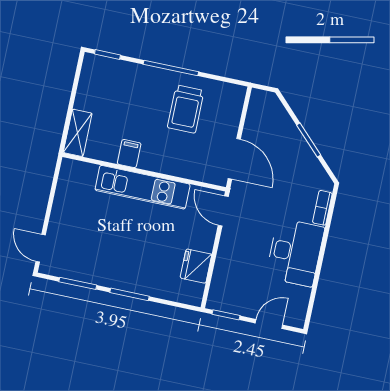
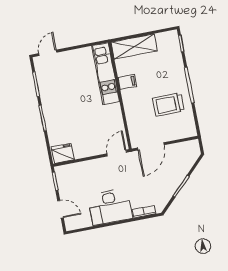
shelving: (78, 133) -> (134, 46), width x1.50, depth x1.33
kitchen unit: (143, 187) -> (106, 74), moved
fridge: (196, 266) -> (63, 153), moved

